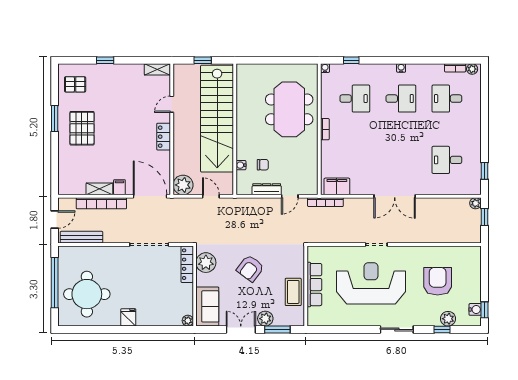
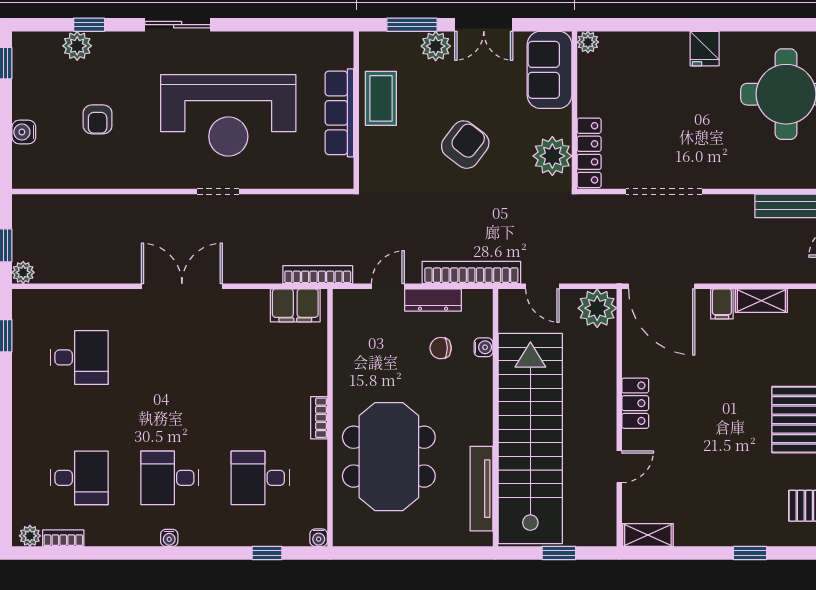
tv unit: (242, 93) -> (482, 489), added
bookcase: (101, 203) -> (471, 272), moved
armchair: (438, 281) -> (98, 119), width x0.53, depth x0.53
water cooler: (475, 309) -> (24, 132), moved

